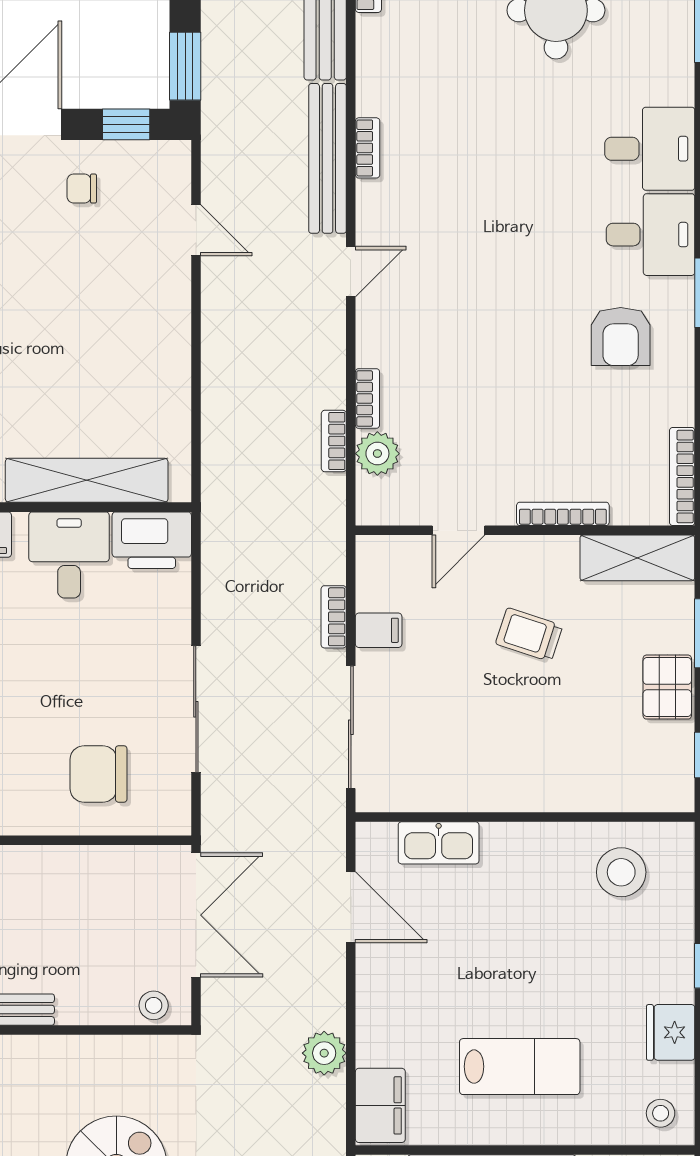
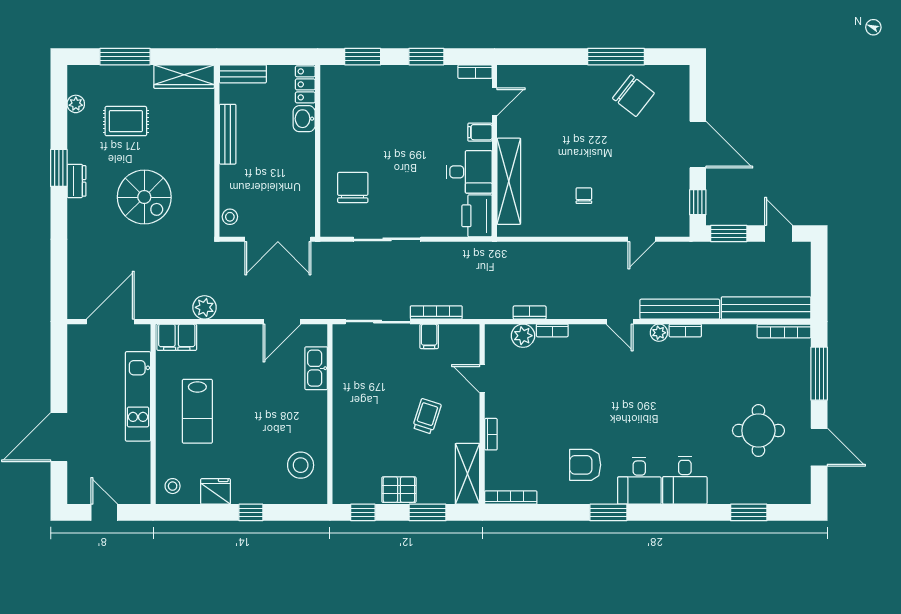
chair: (82, 189) -> (584, 196), moved
plant: (372, 198) -> (659, 333), added
bookcase: (563, 514) -> (491, 434), width x0.64
bookcase: (334, 617) -> (436, 312), width x1.56

